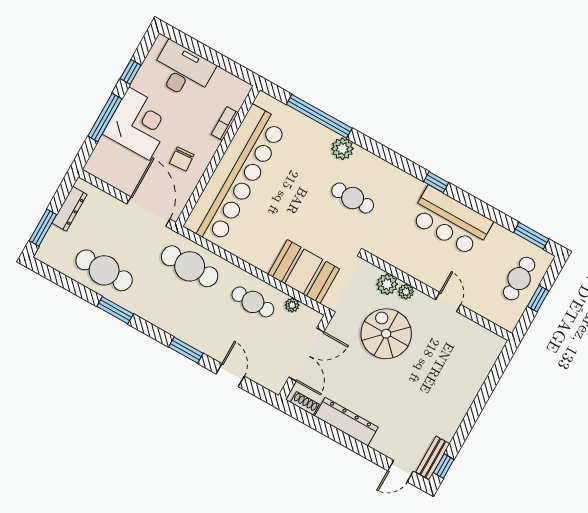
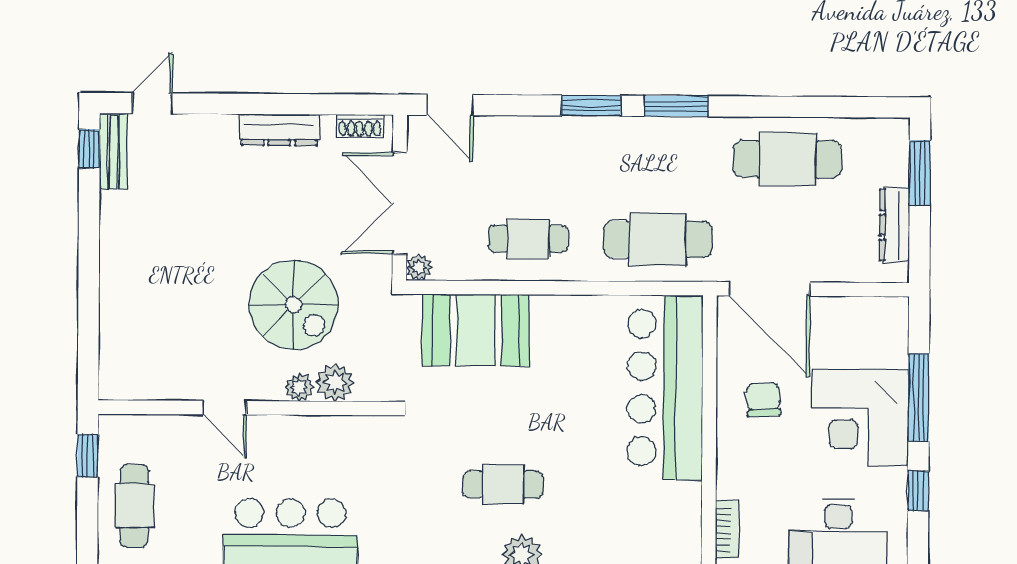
bookcase: (225, 124) -> (727, 530), moved
bar counter: (236, 175) -> (665, 388), width x0.73
cafe table: (353, 198) -> (503, 484), moved
window: (538, 299) -> (88, 456), moved
plant: (292, 305) -> (419, 268), moved
window: (115, 310) -> (676, 106), moved
door: (230, 375) -> (450, 105), moved
dresser: (346, 422) -> (279, 130), width x0.73, depth x0.80

